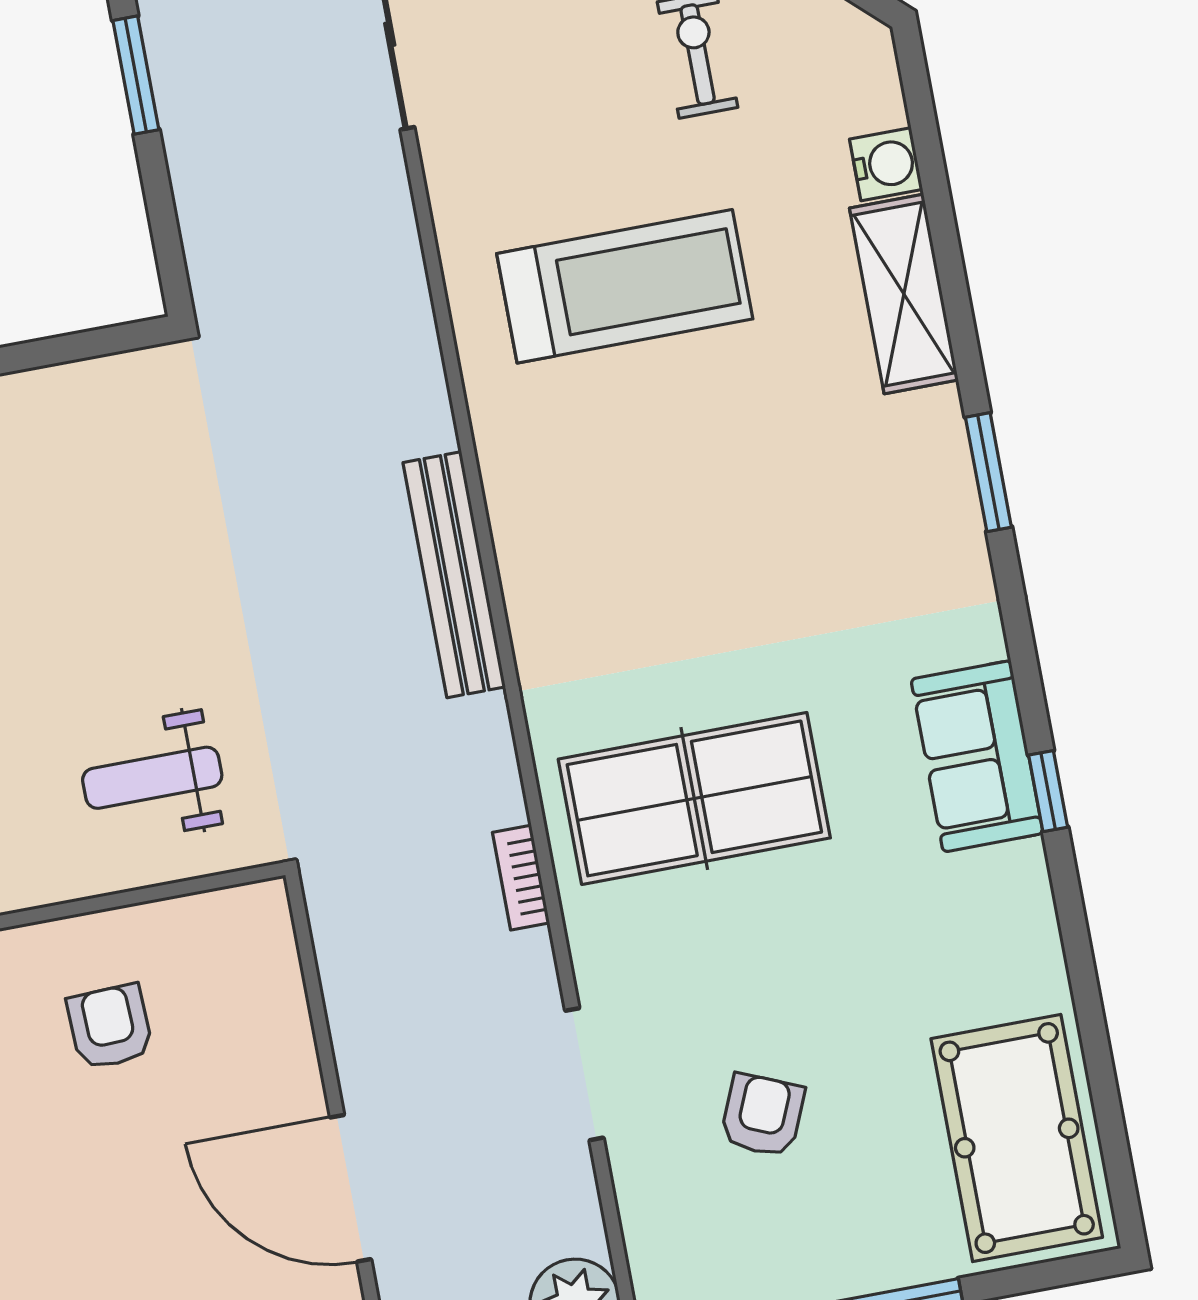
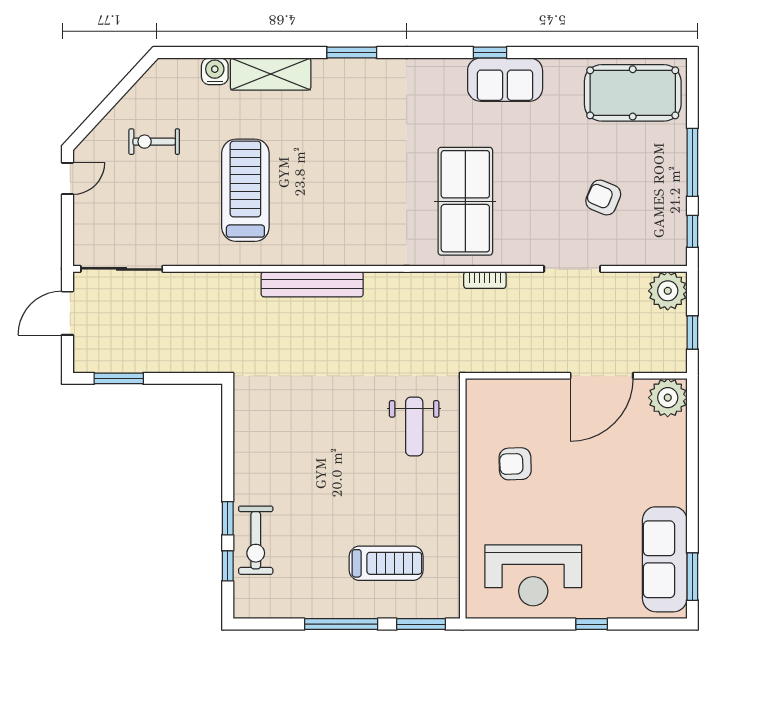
bench: (454, 575) -> (312, 284), moved
sofa: (977, 756) -> (505, 80), moved

